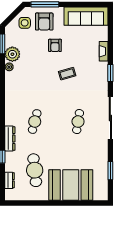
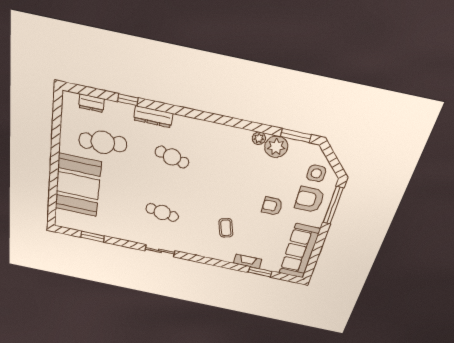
window: (110, 73) -> (260, 272), moved
coffee table: (67, 74) -> (226, 228), moved
sliding door: (110, 118) -> (160, 251), width x0.54

